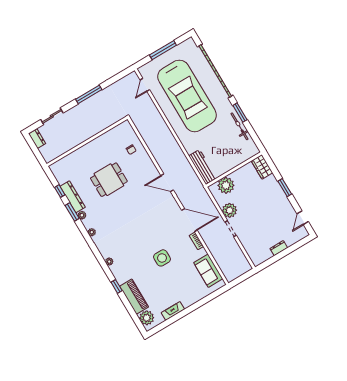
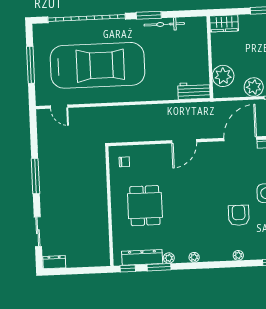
wall: (87, 141) -> (109, 206), moved
workbench: (203, 167) -> (194, 91), width x0.73
armchair: (137, 247) -> (239, 215), added

